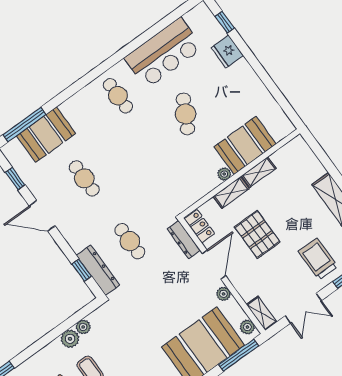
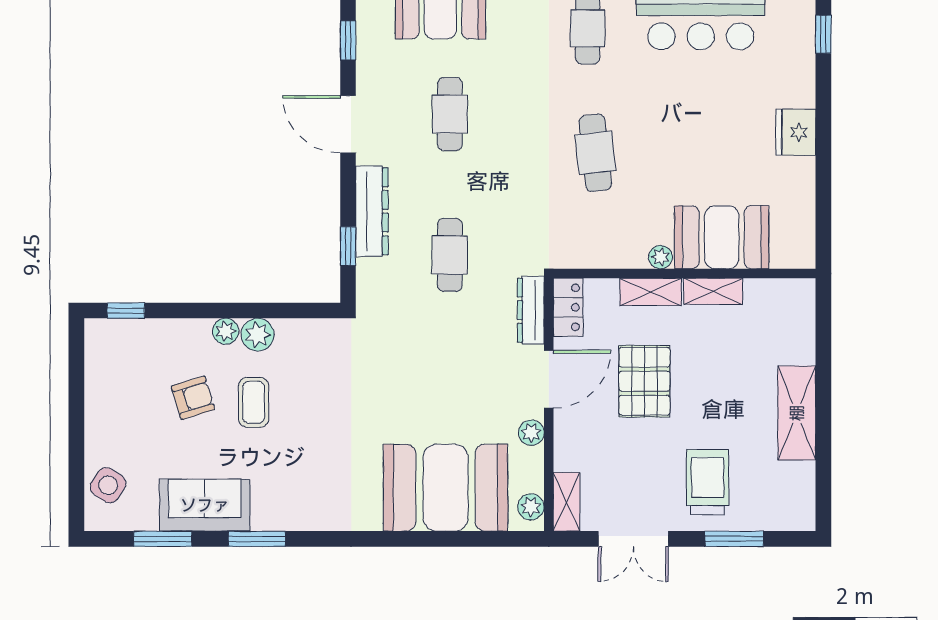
fridge: (227, 52) -> (796, 132), moved
cafe table: (185, 114) -> (595, 153), moved, turned -34
dresser: (98, 270) -> (372, 211), moved
plant: (83, 327) -> (226, 331), moved
window: (239, 355) -> (488, 539), removed

